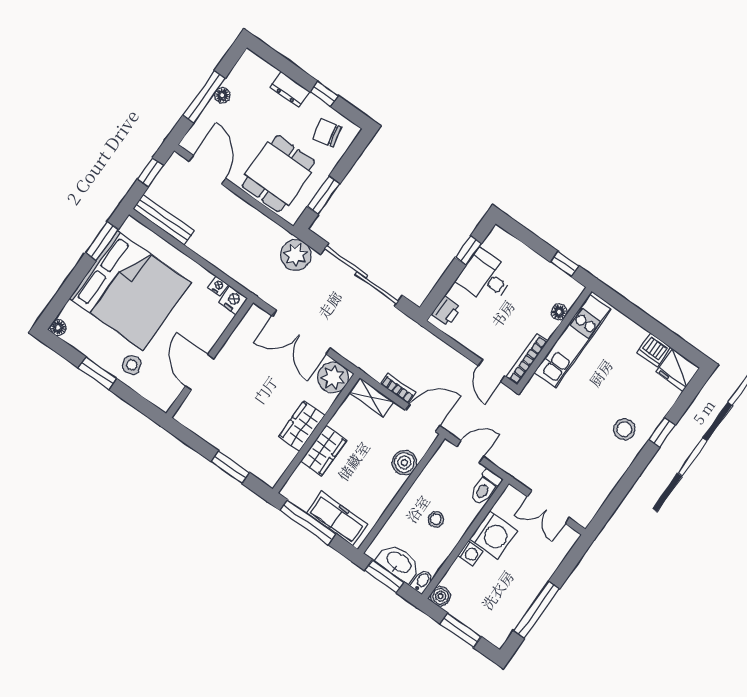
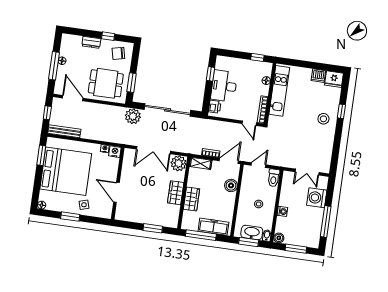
dining table: (278, 174) -> (106, 83), turned 90
desk: (486, 277) -> (224, 86), width x1.37
washing machine: (493, 535) -> (317, 198), moved, turned 180

